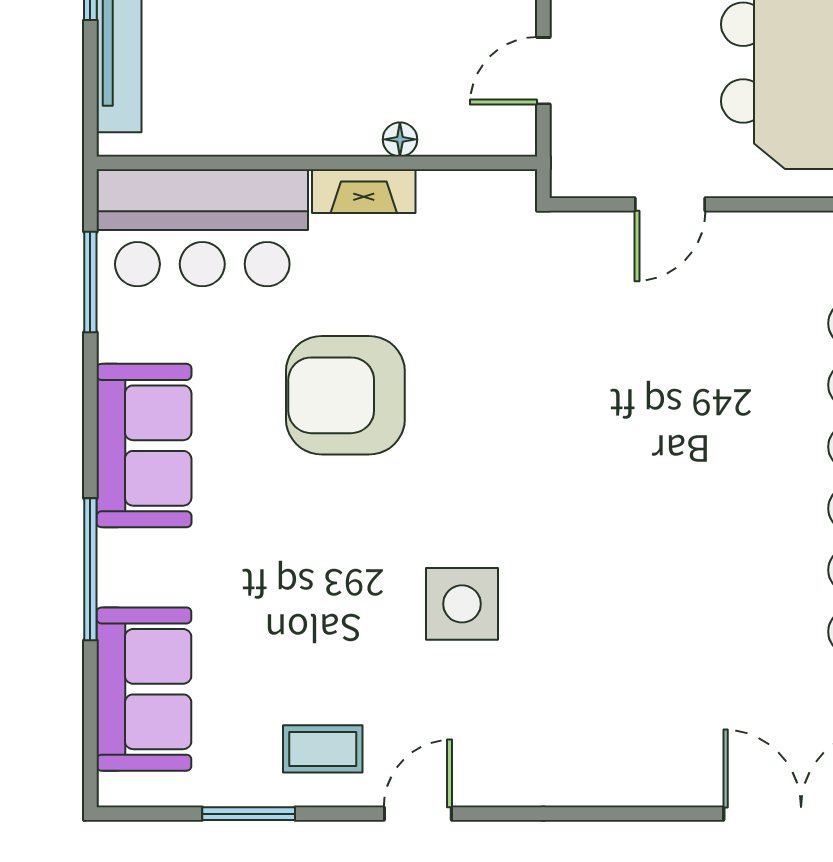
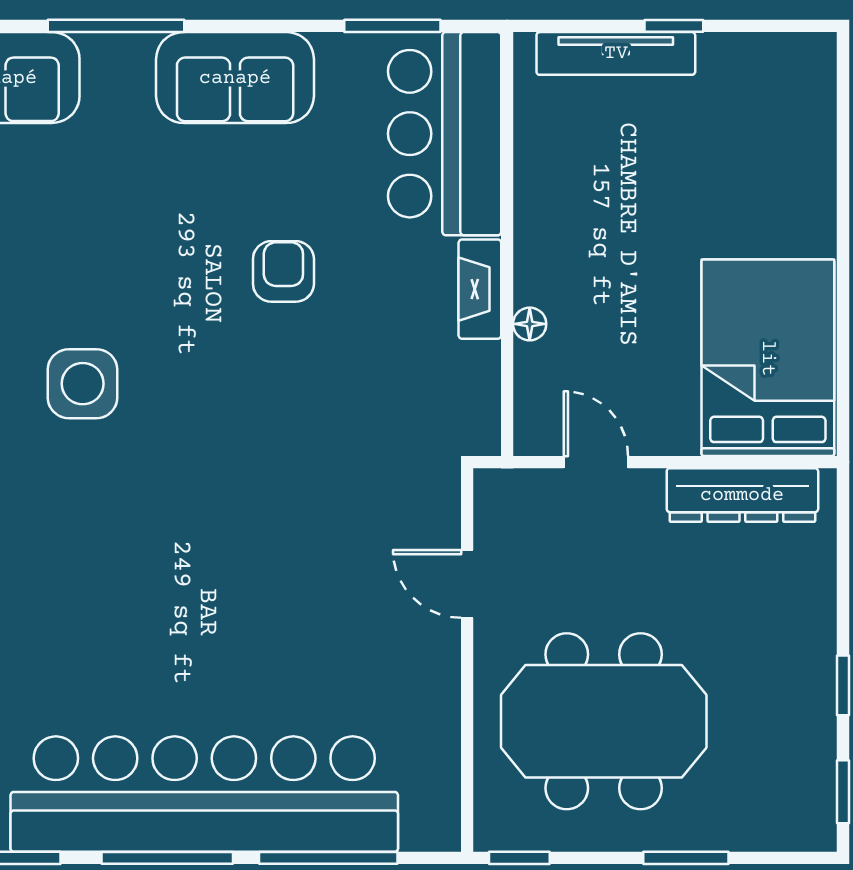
armchair: (345, 395) -> (283, 271), width x0.53, depth x0.53

